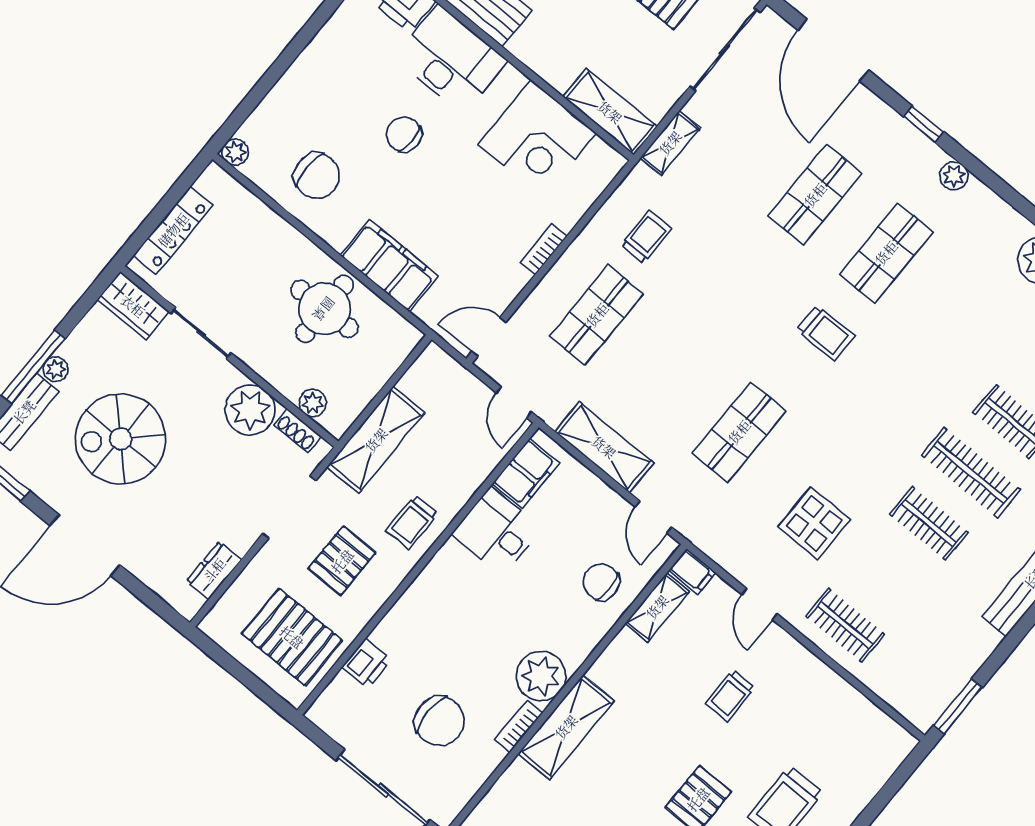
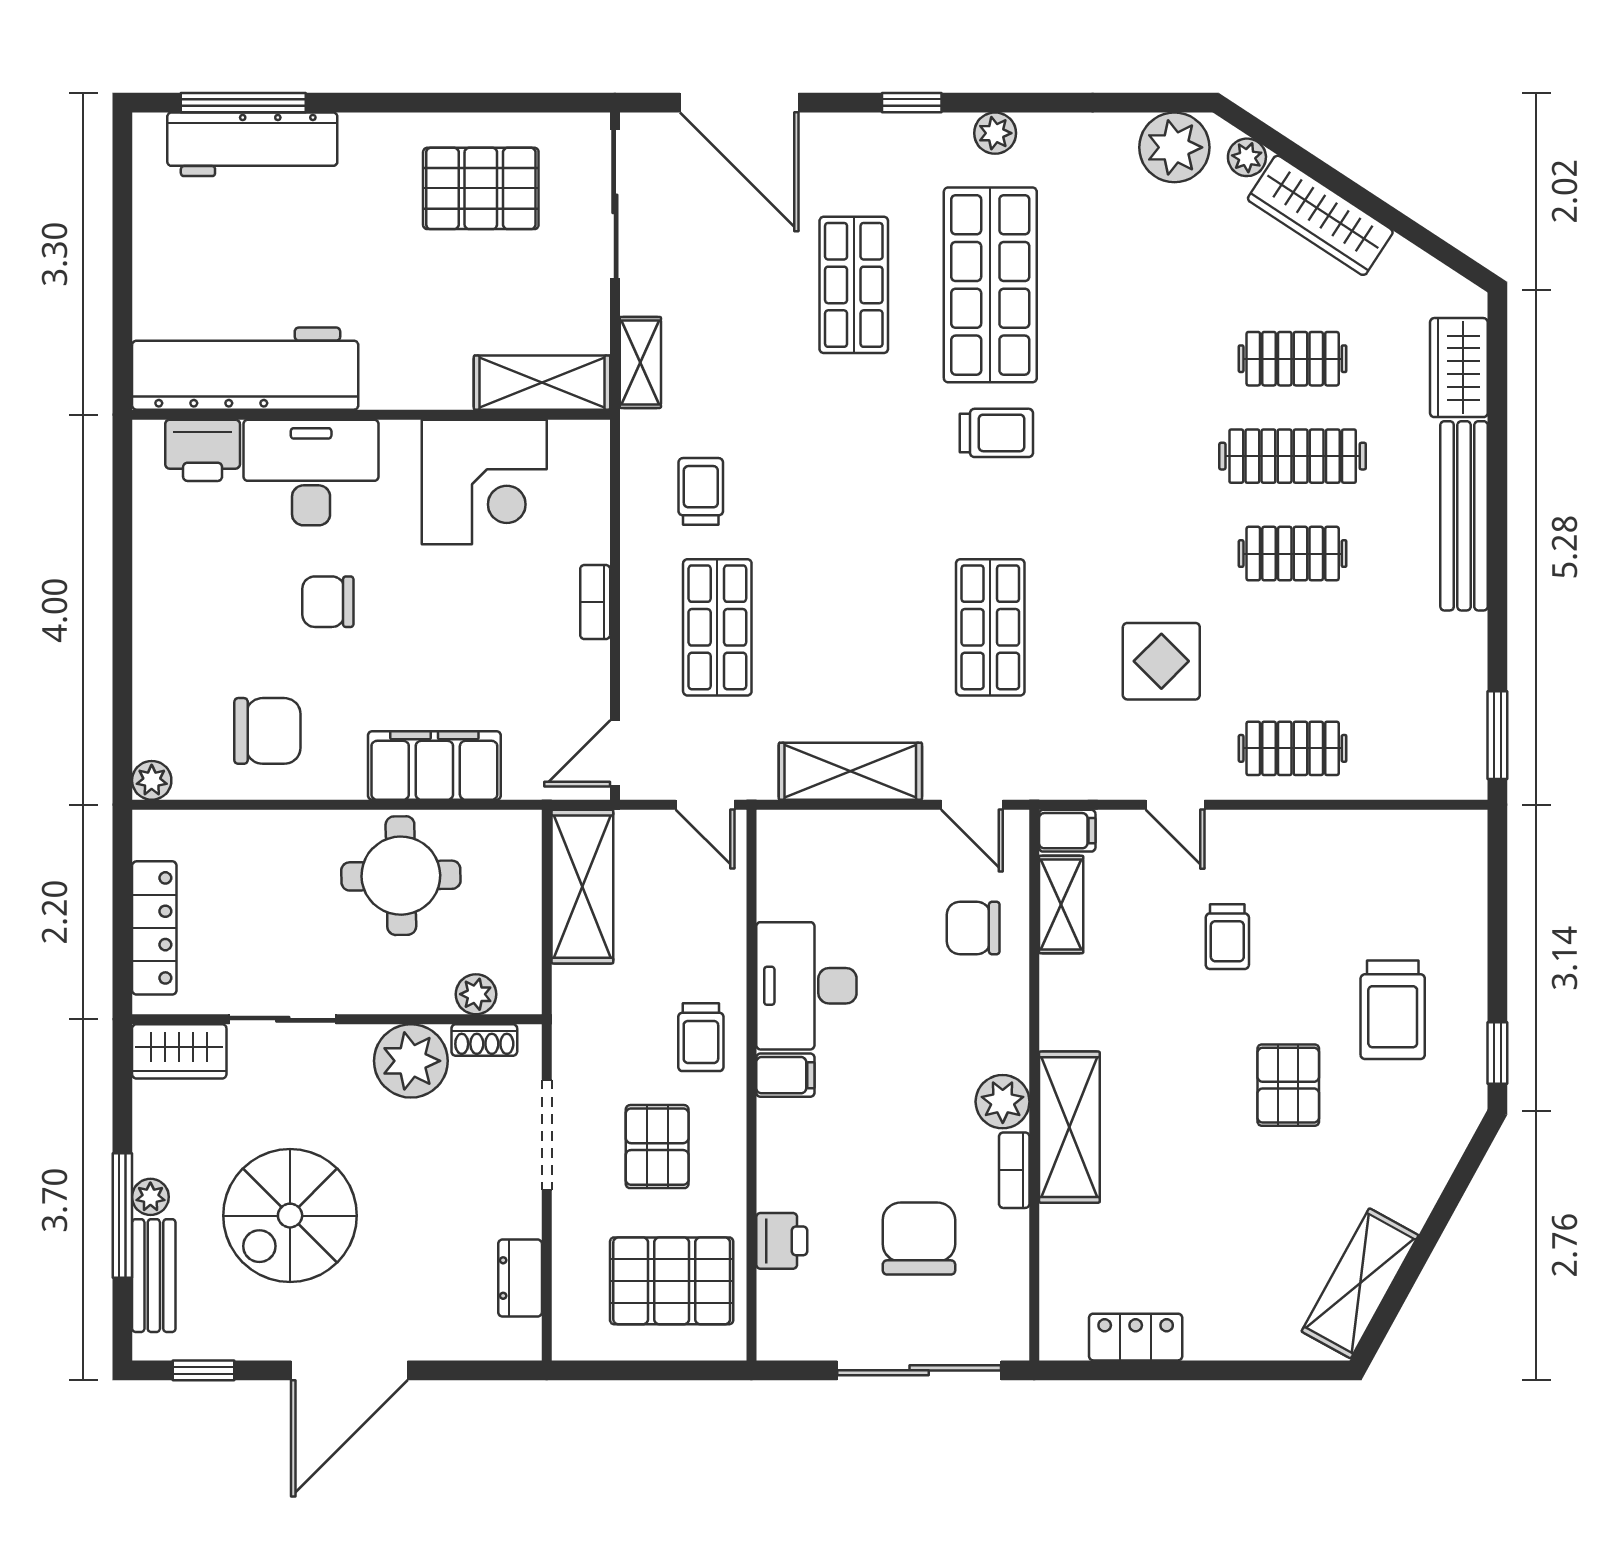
shop shelf: (886, 253) -> (990, 285), width x1.43, depth x1.36
shelving: (376, 440) -> (582, 887), moved
filing cabinet: (526, 473) -> (785, 1075), moved, width x0.50
desk: (497, 531) -> (806, 986), width x1.37
plant: (541, 676) -> (1003, 1102), width x0.73, depth x0.73
chair: (439, 721) -> (919, 1239), turned -90

